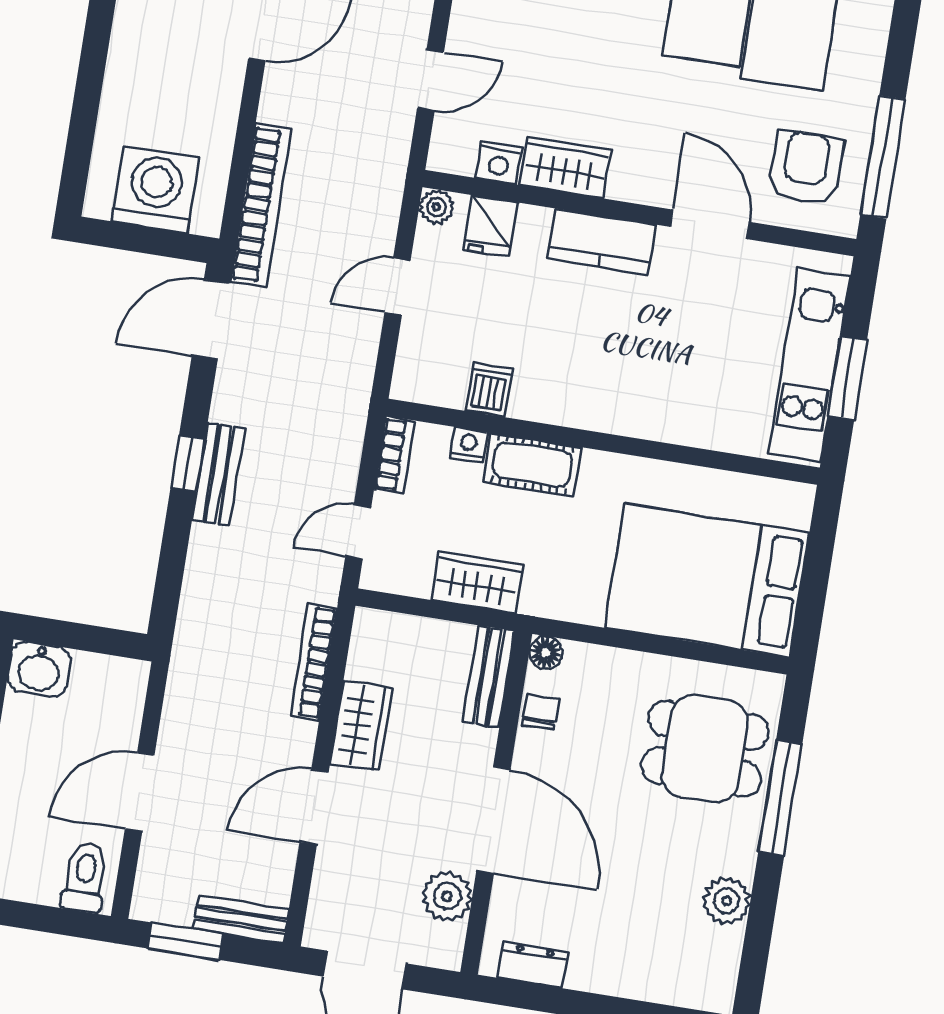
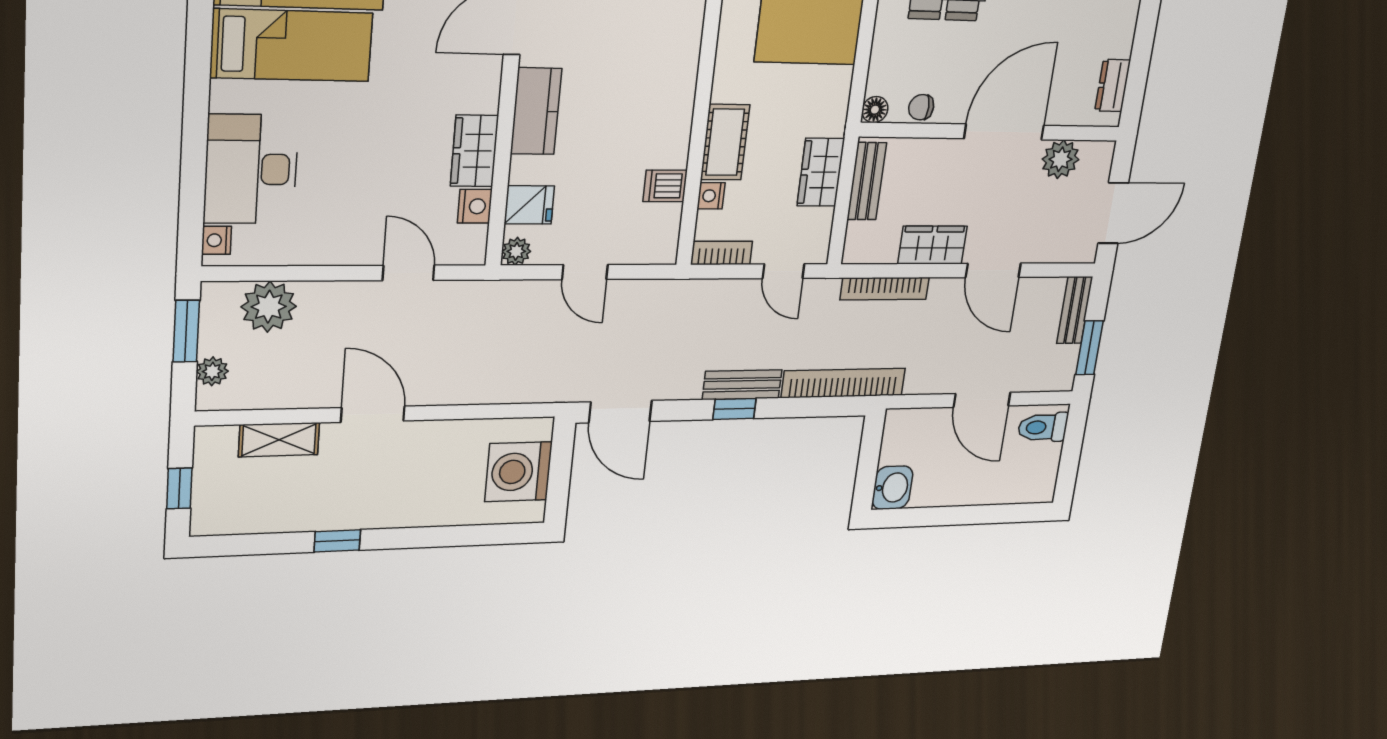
bookcase: (261, 205) -> (843, 383), moved
bench: (489, 676) -> (867, 181), moved, turned 90

